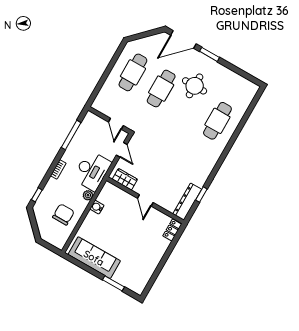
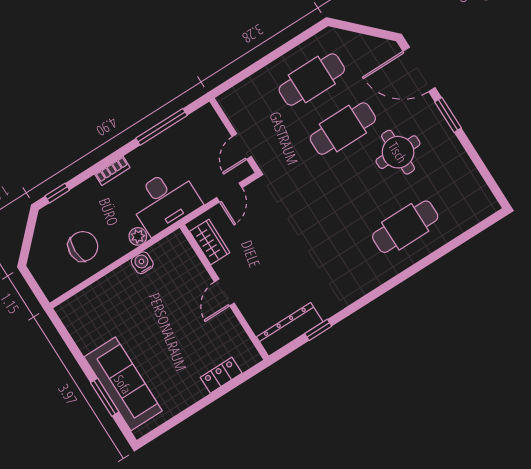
locker: (172, 230) -> (221, 375), moved
sofa: (94, 258) -> (123, 384), moved

